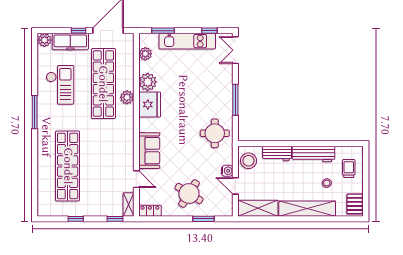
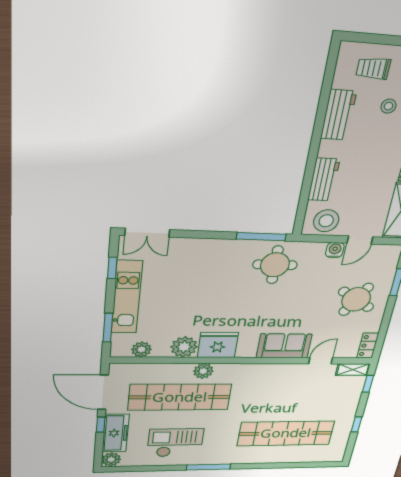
window: (235, 100) -> (261, 237), moved
workbench: (314, 154) -> (338, 115), width x0.73

